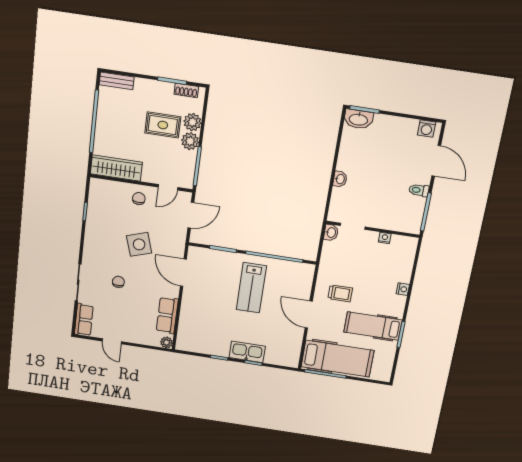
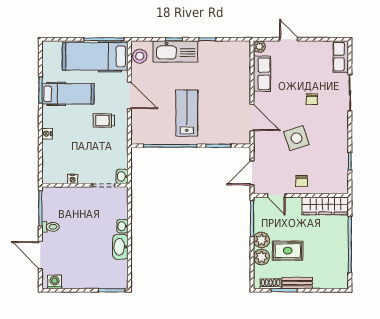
bench: (117, 81) -> (297, 283), moved
washbasin: (358, 119) -> (120, 247), moved, turned -90
door: (168, 187) -> (276, 195), swing flipped
door: (112, 341) -> (289, 39), moved
kitchen sink: (247, 352) -> (175, 51), width x1.36, depth x1.24
stool: (291, 352) -> (140, 56), added

